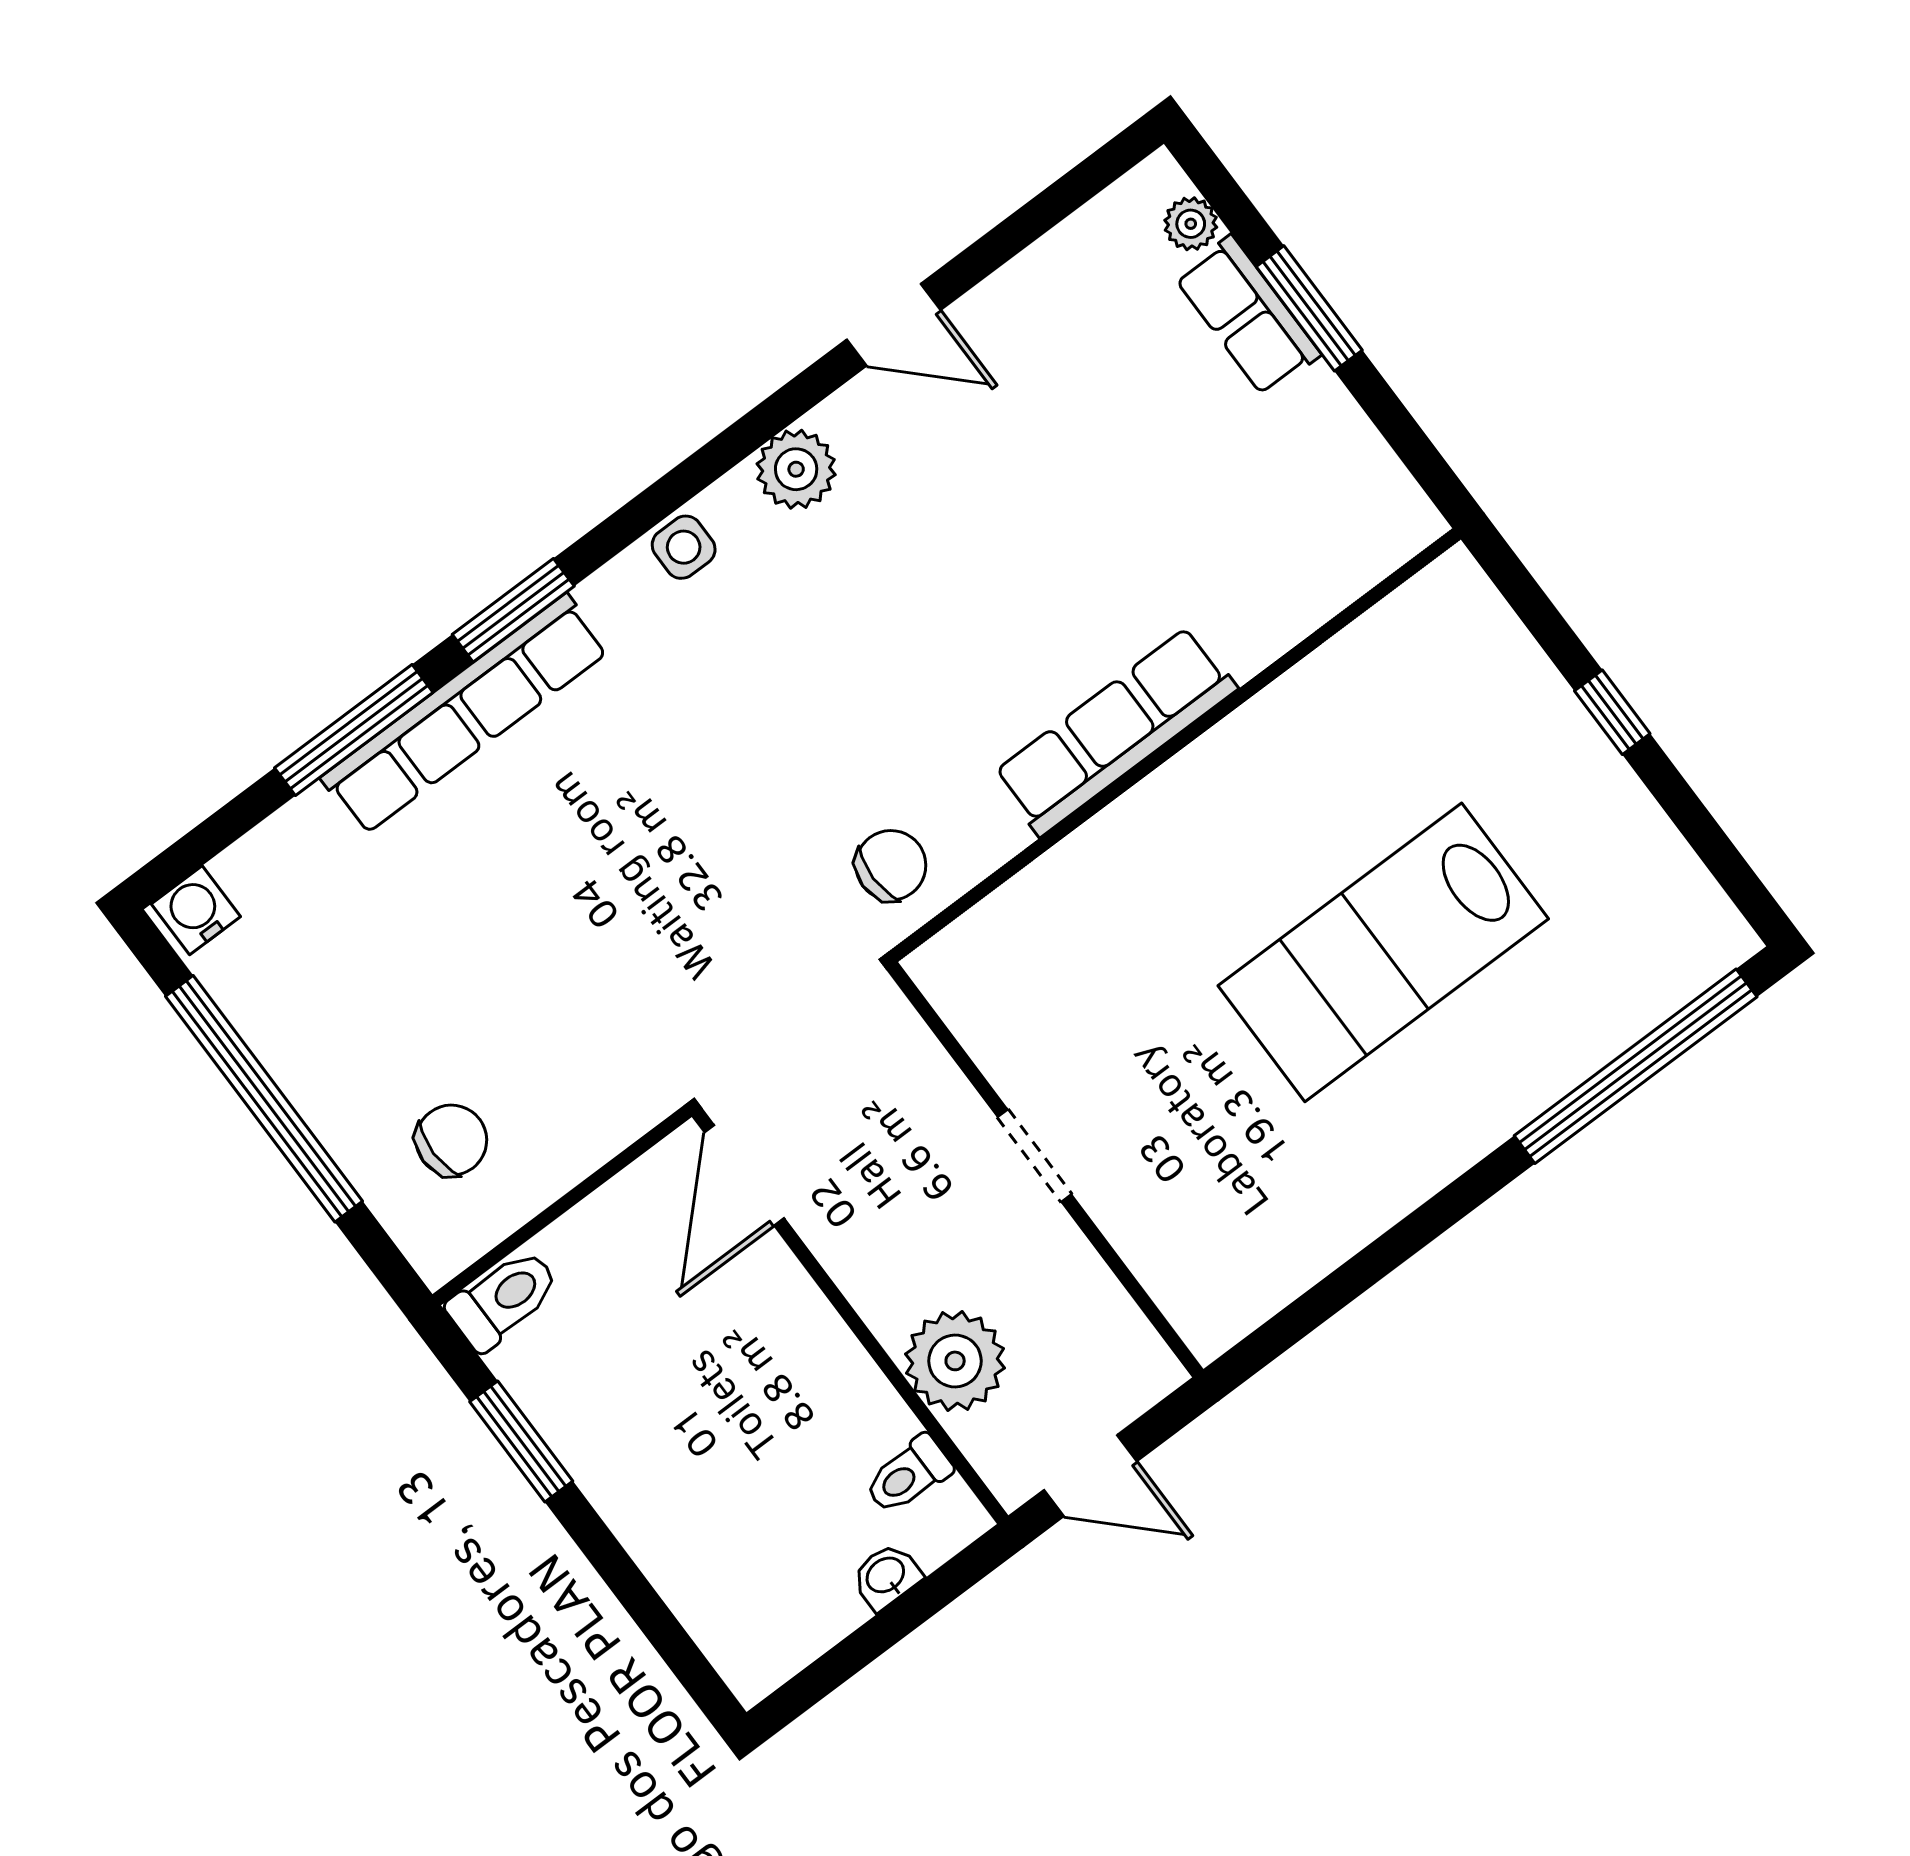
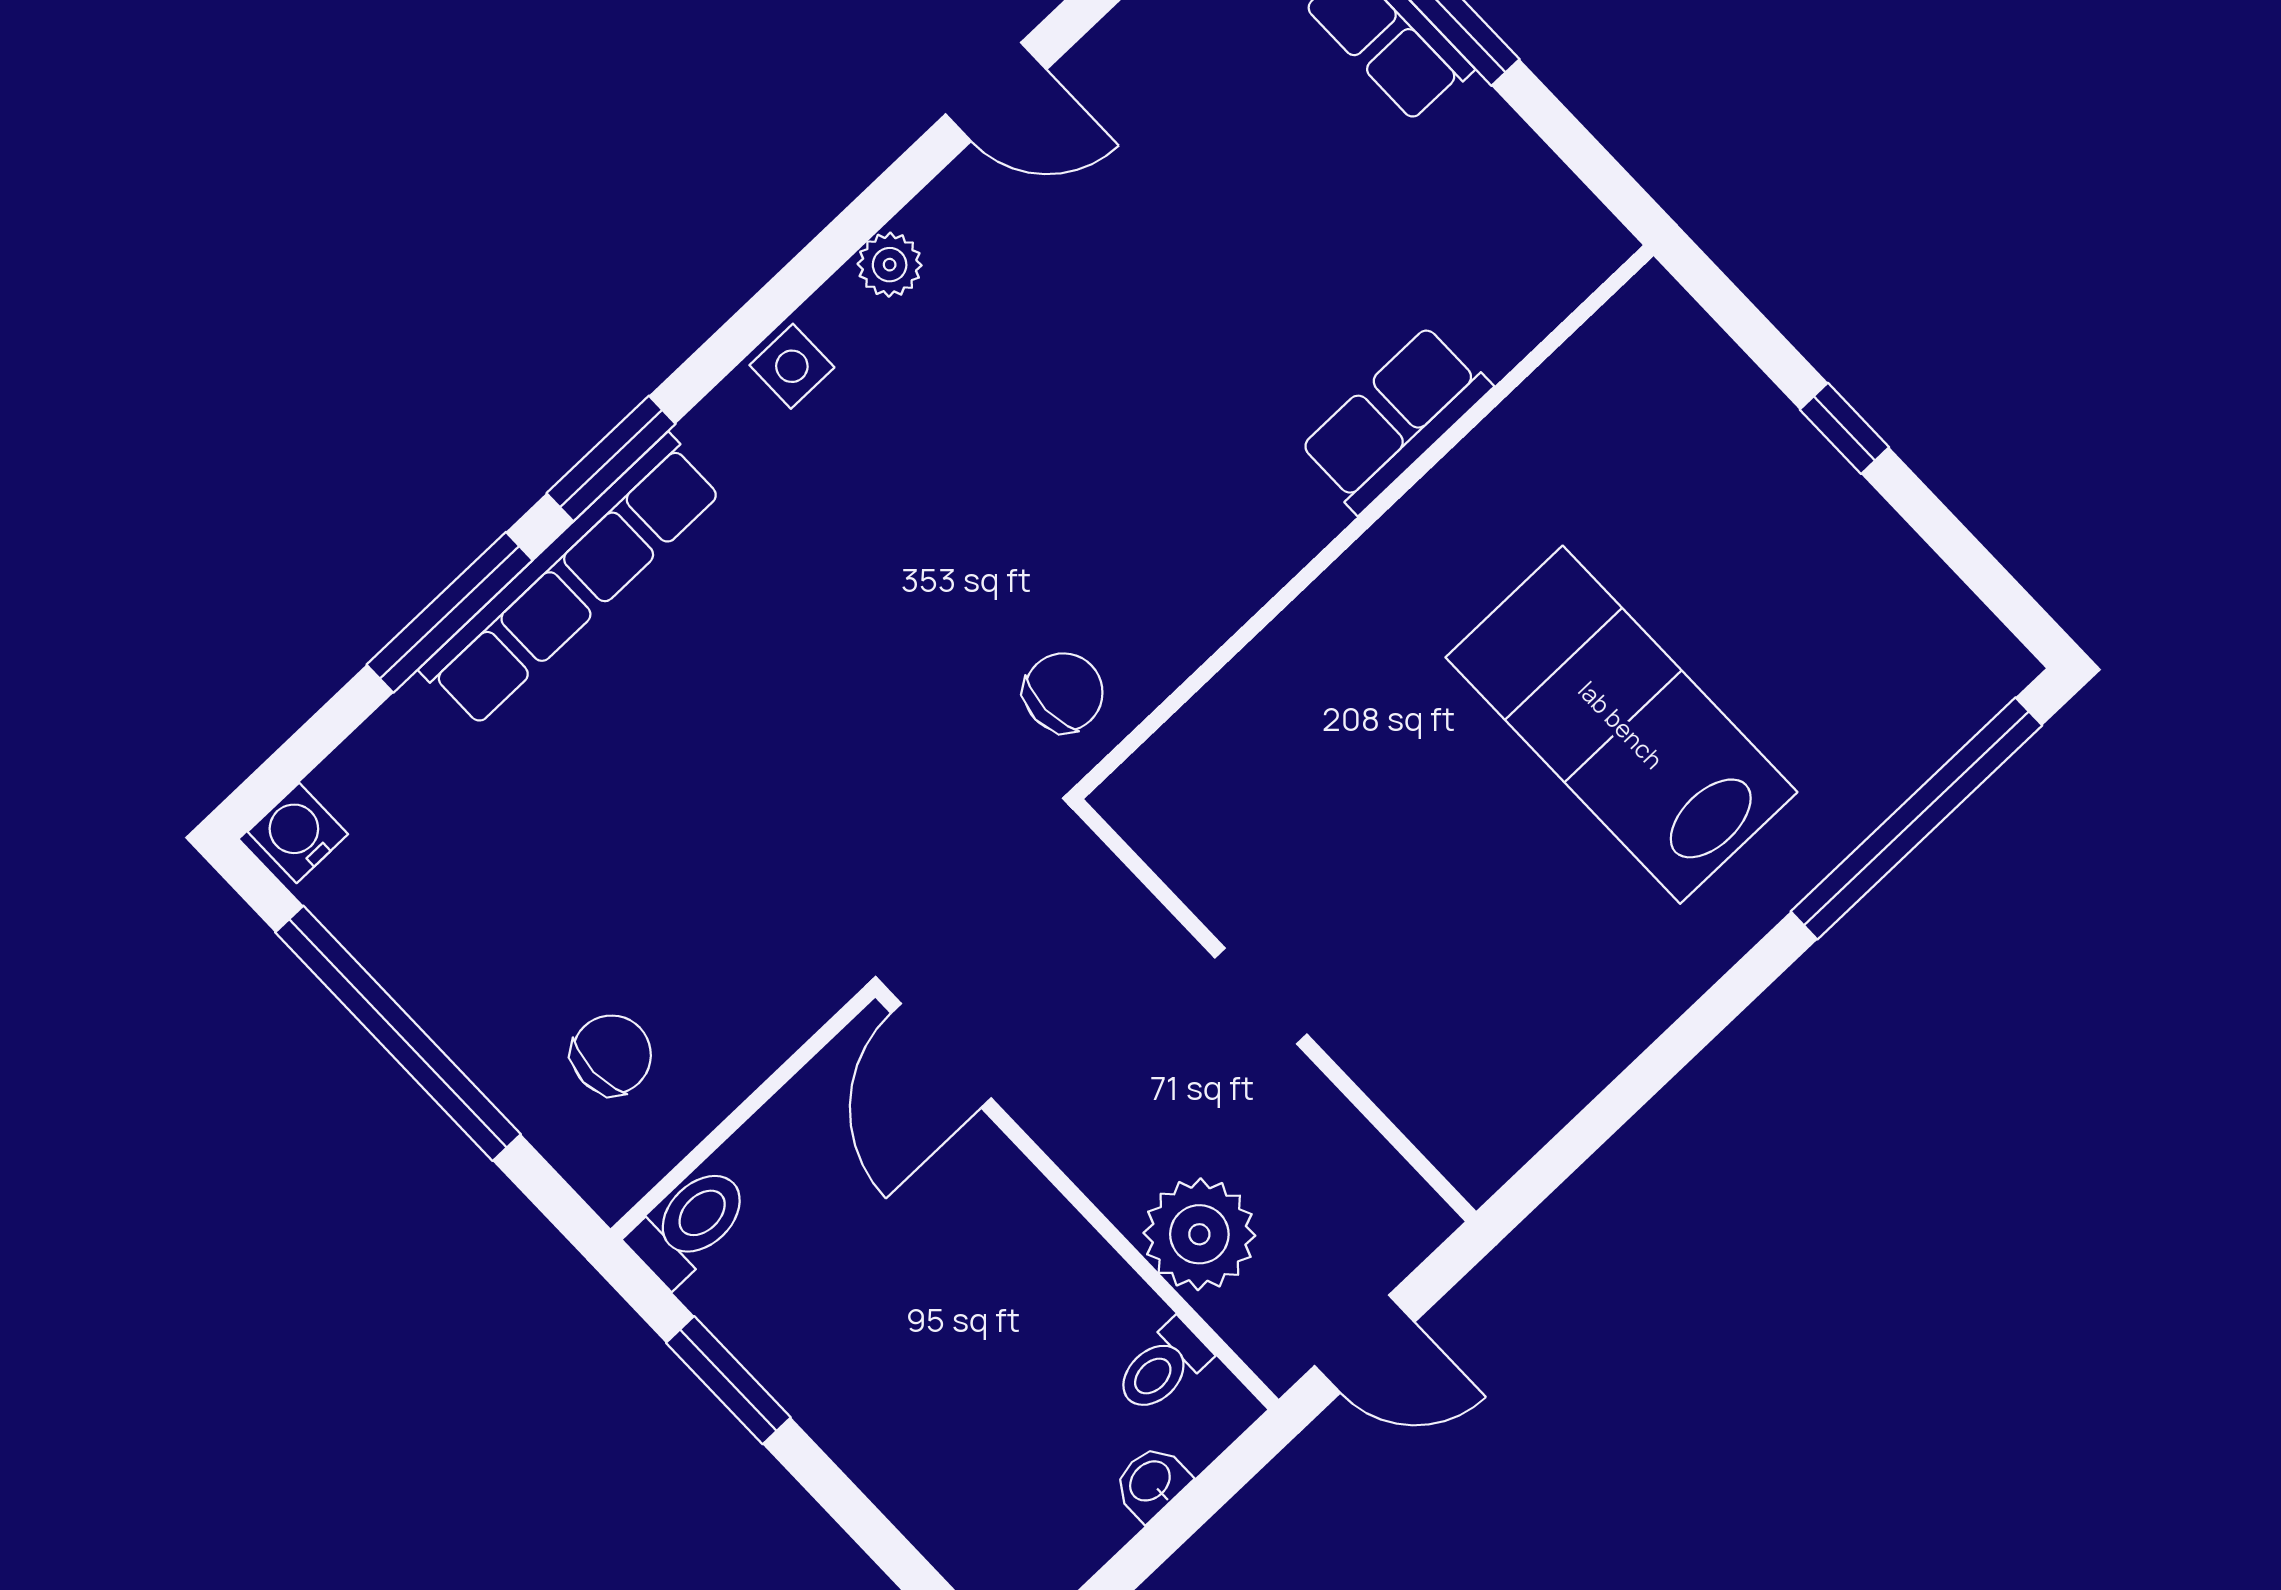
plant: (796, 469) -> (890, 265), width x0.73, depth x0.73
row of seats: (1115, 731) -> (1395, 419), moved, width x0.68
lab bench: (1383, 952) -> (1621, 725), turned 90

